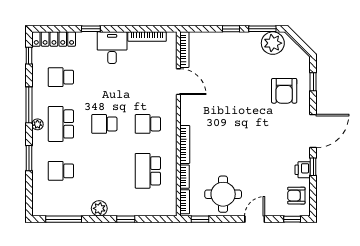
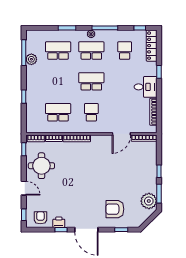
school desk: (104, 124) -> (91, 81), width x1.85
school desk: (61, 171) -> (58, 51), width x1.85
plant: (99, 208) -> (31, 59), moved

